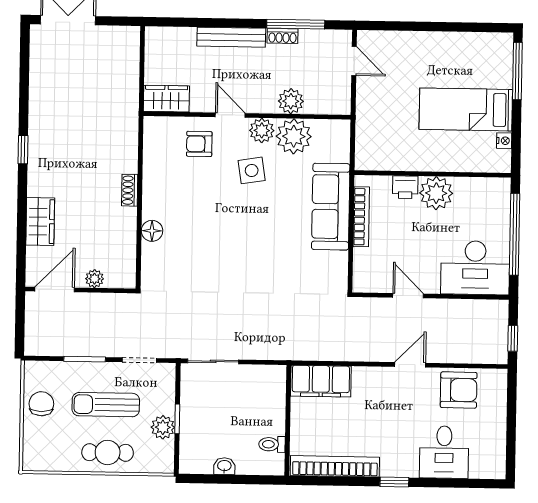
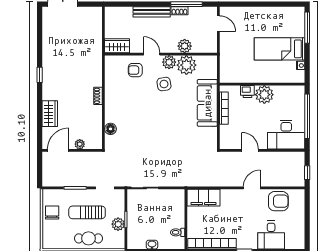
floor lamp: (152, 231) -> (110, 129), moved

